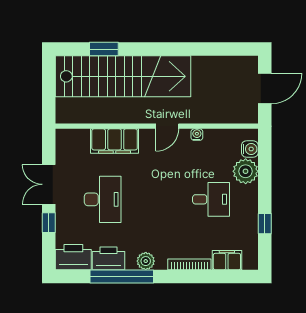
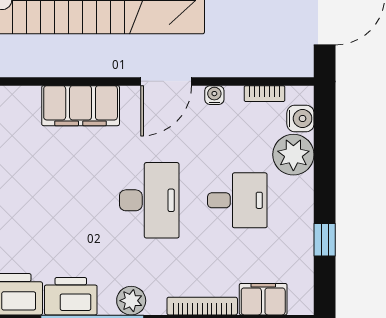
door: (167, 126) -> (166, 81), width x1.38
bookcase: (228, 134) -> (265, 94), added
desk: (103, 199) -> (149, 200), moved

